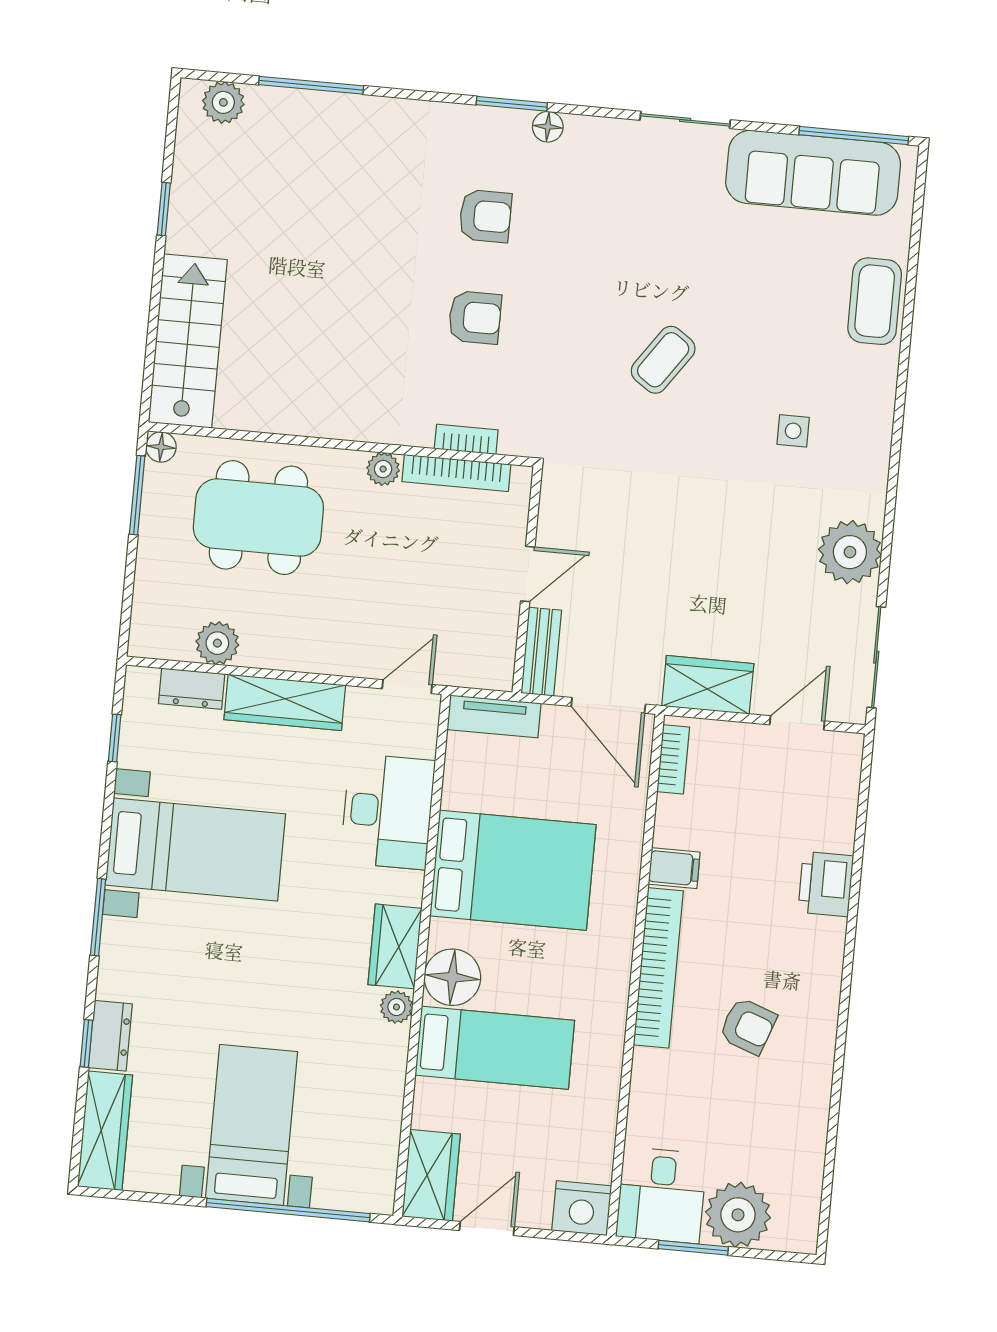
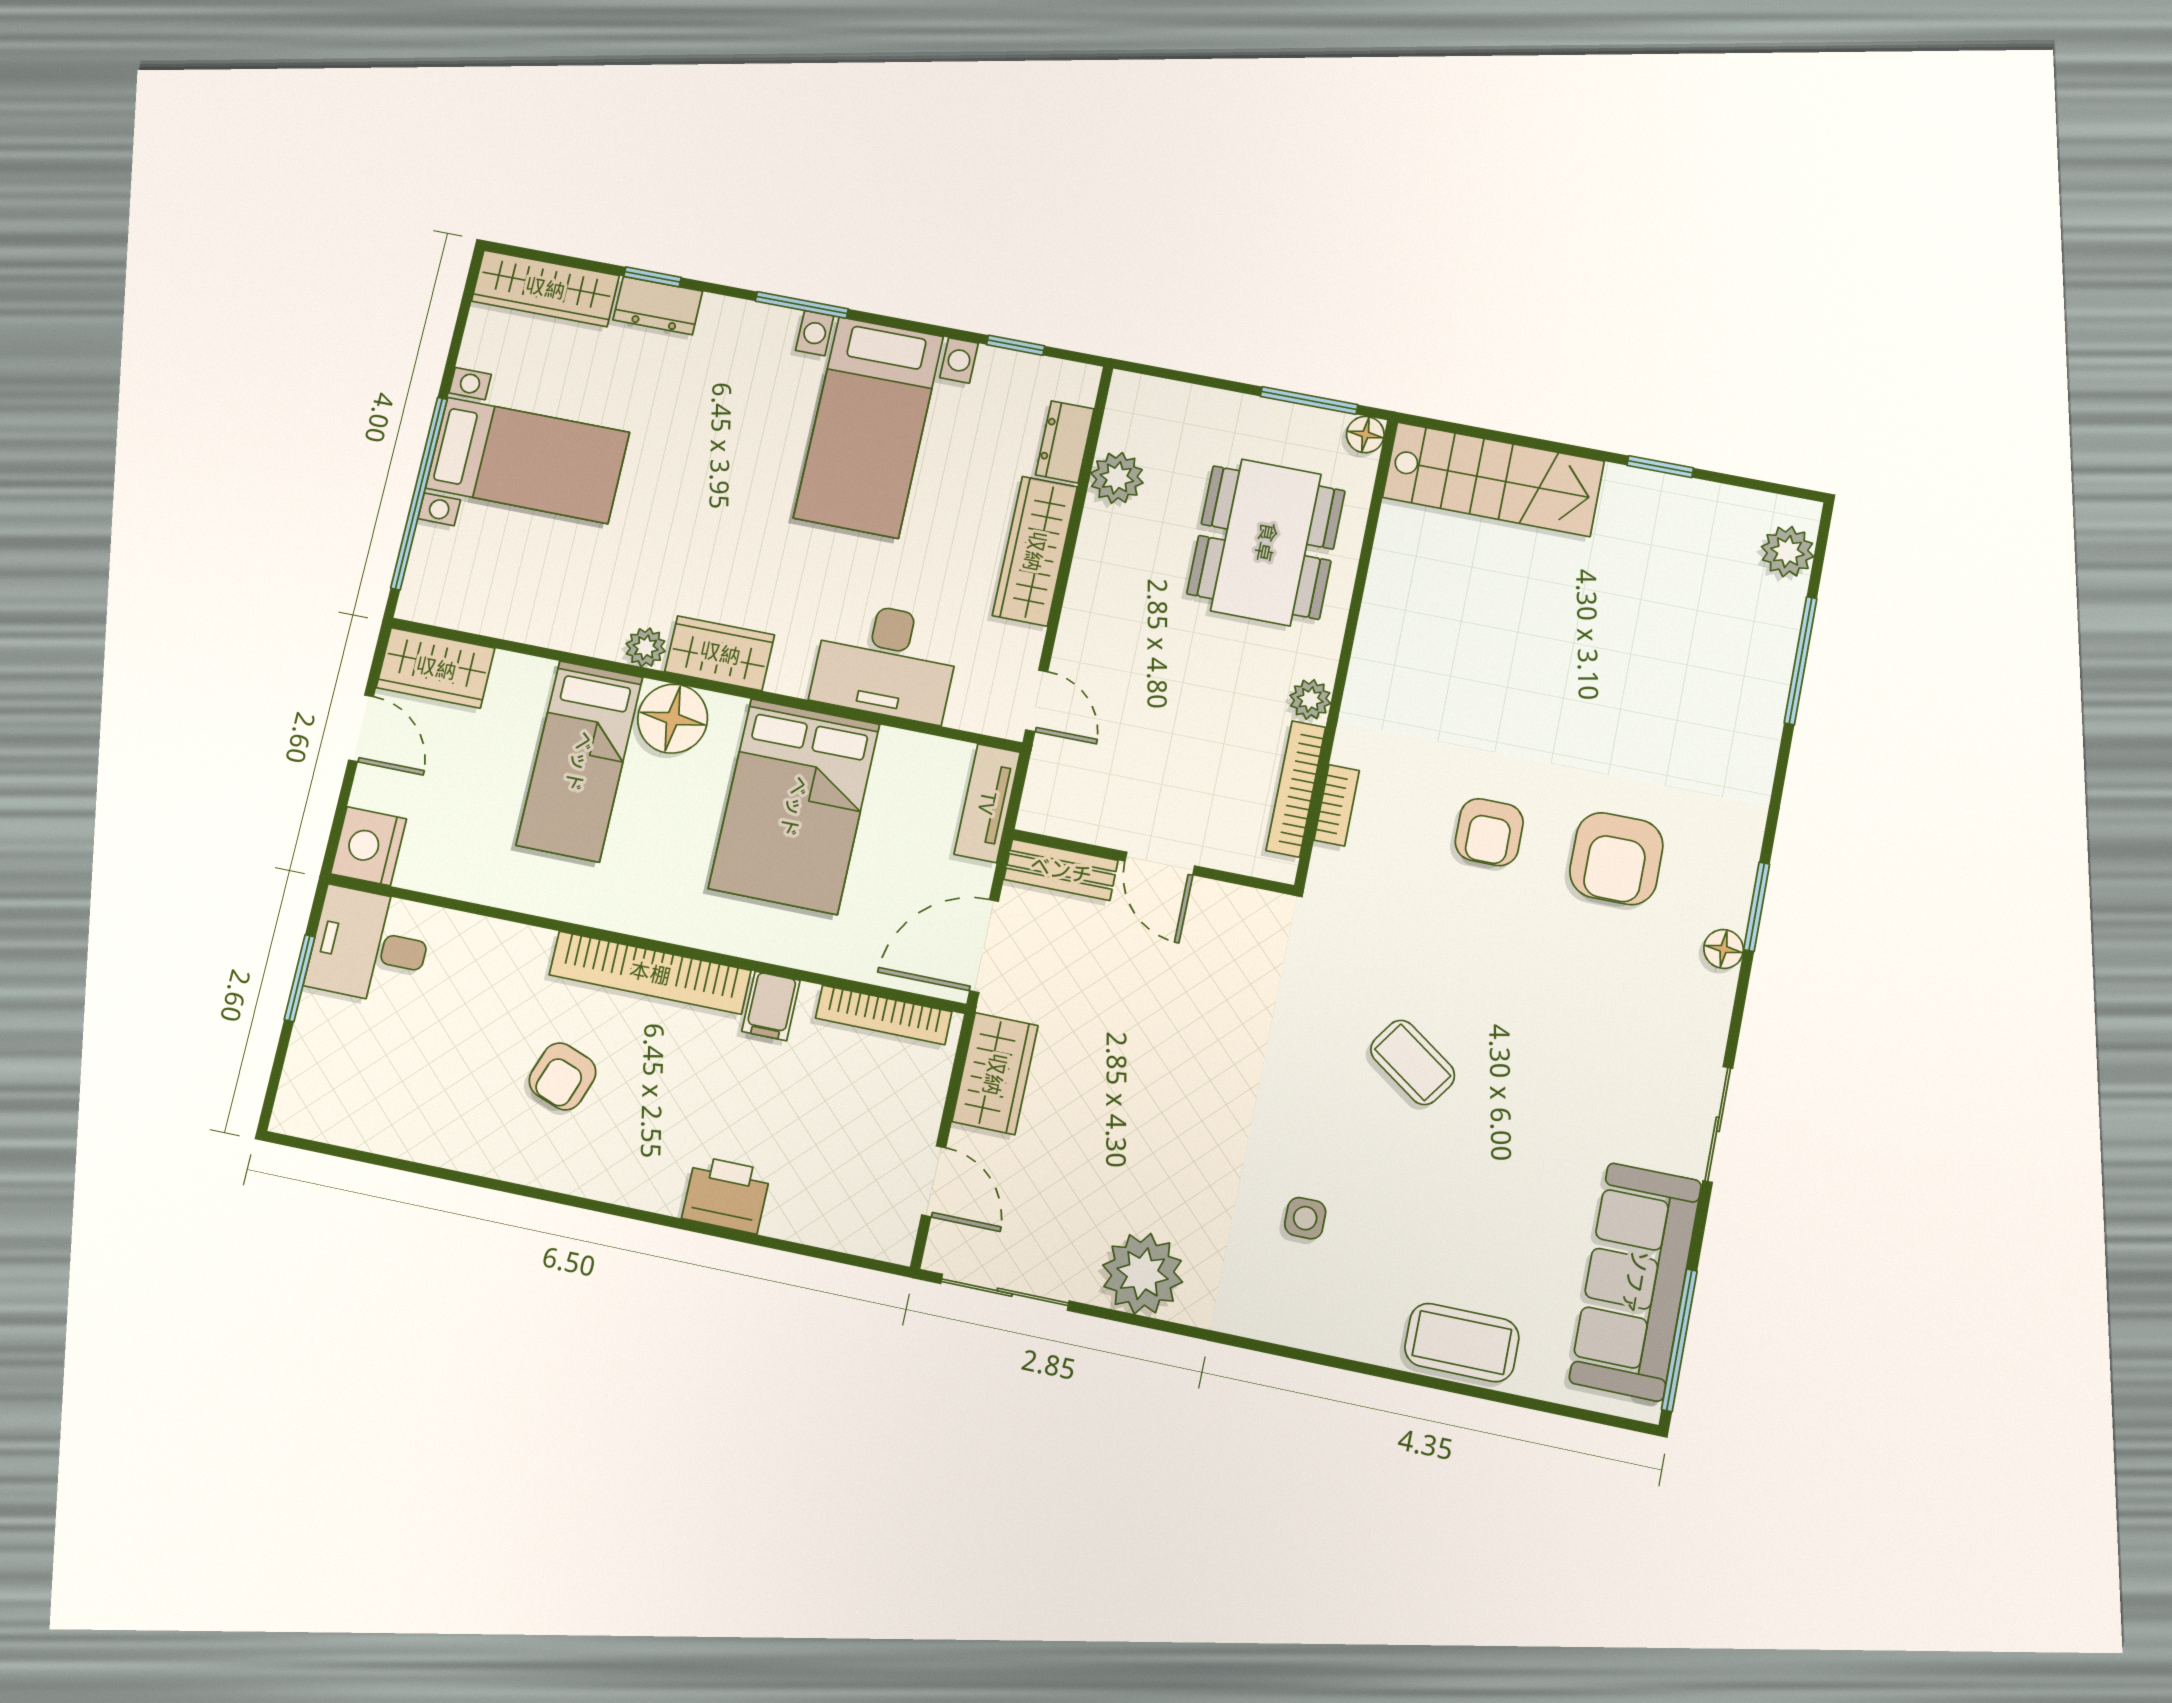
armchair: (485, 216) -> (1616, 859), width x1.38, depth x1.38
bookcase: (673, 759) -> (884, 1015), width x1.56
plant: (738, 1215) -> (332, 1038), removed

